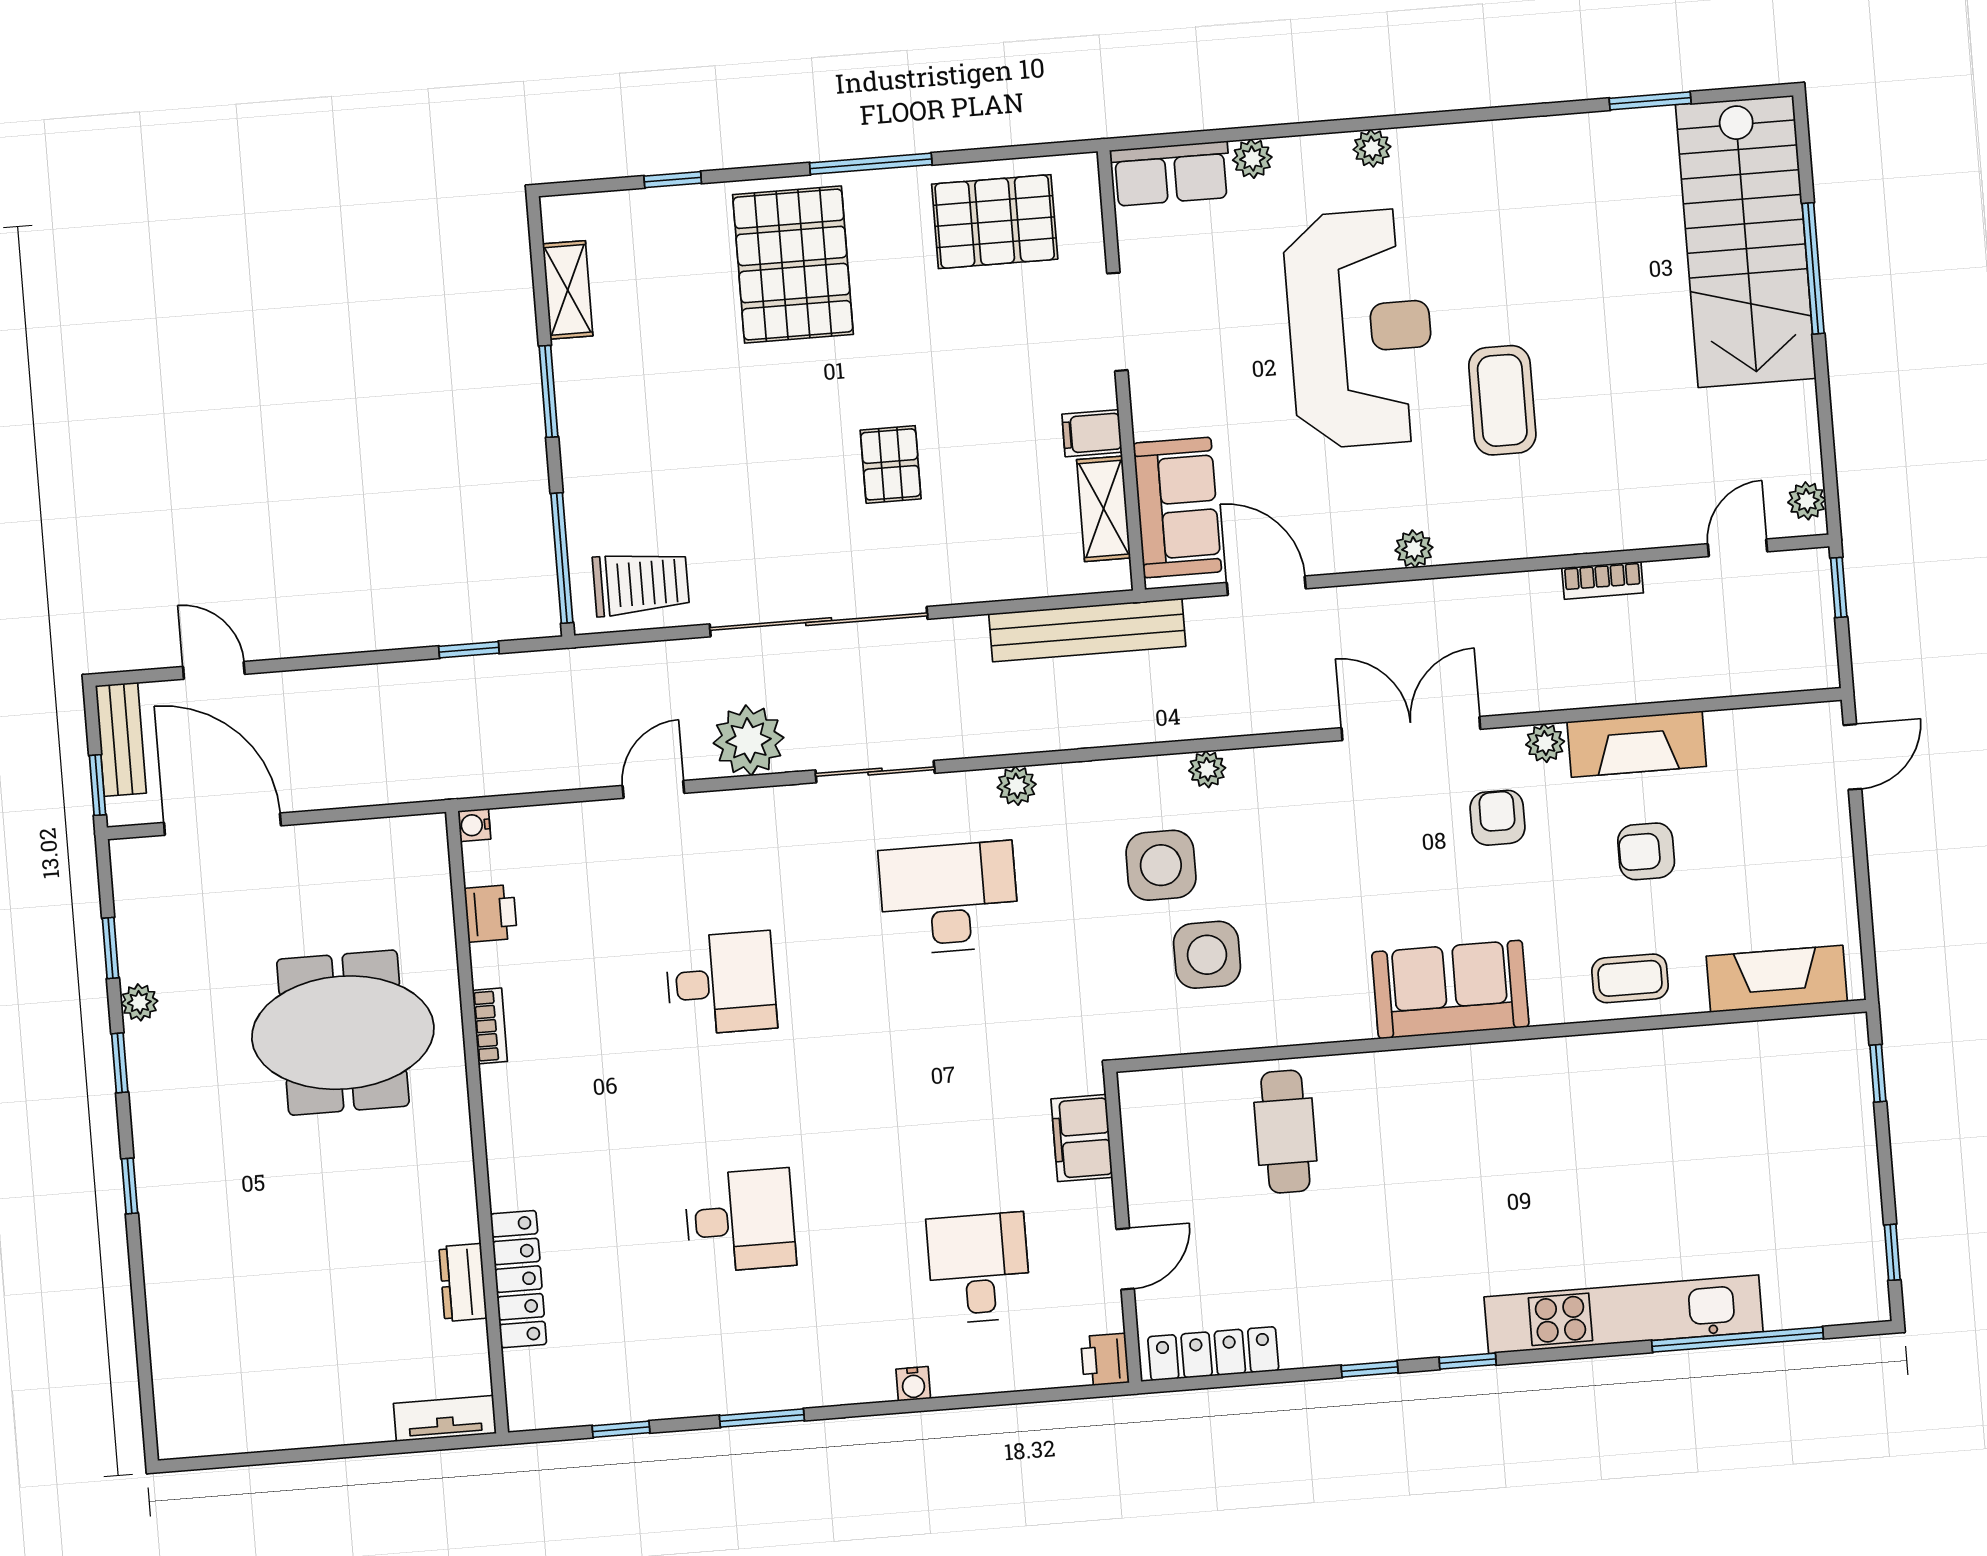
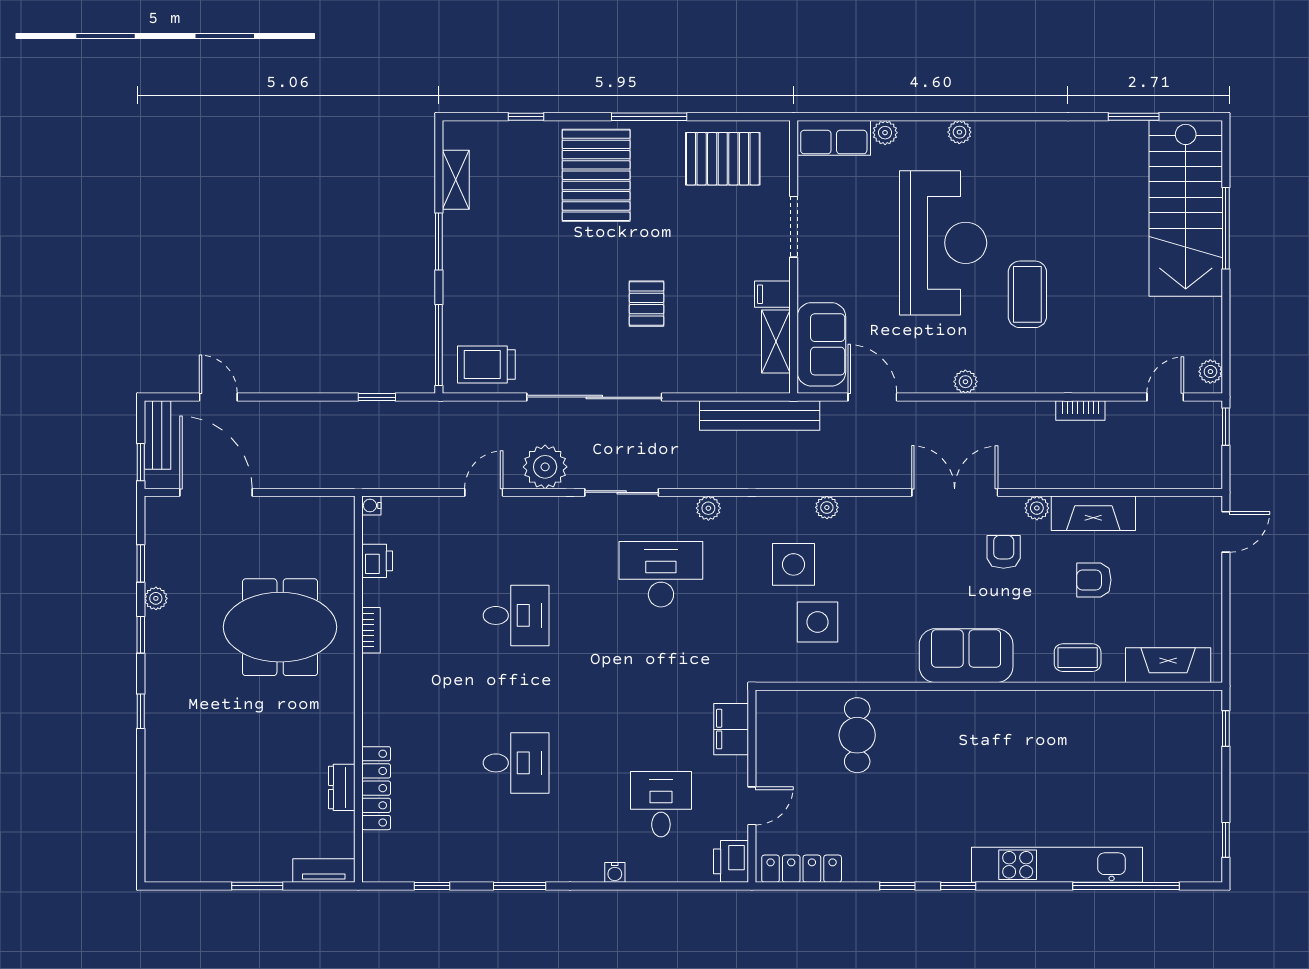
trolley: (641, 583) -> (486, 365), turned 180
printer: (1105, 1360) -> (731, 861), width x1.36, depth x1.24
window: (340, 1452) -> (257, 886), added

